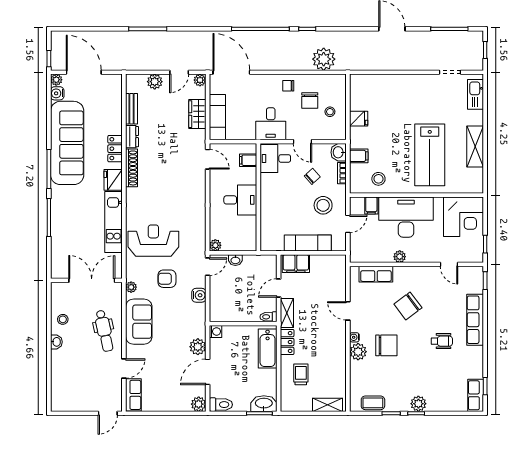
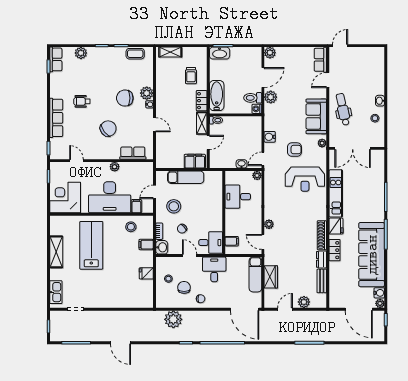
plant: (200, 80) -> (269, 224), moved
desk: (240, 200) -> (238, 197), moved
plant: (418, 404) -> (81, 53), moved
toilet: (221, 405) -> (253, 98), moved

